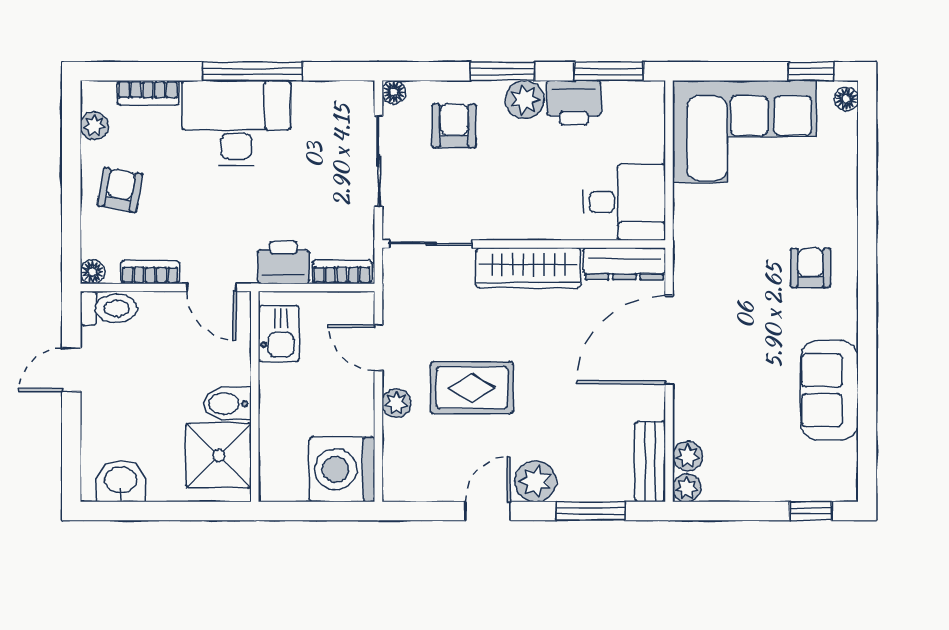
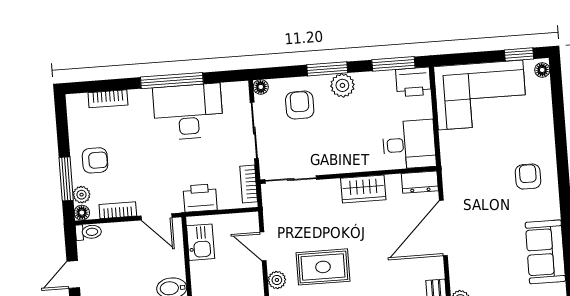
printer: (574, 103) -> (413, 82), moved
desk: (236, 123) -> (188, 112), moved
plant: (94, 126) -> (82, 195), moved
armchair: (120, 190) -> (95, 160), turned 80
window: (71, 216) -> (66, 179), added
dresser: (624, 264) -> (420, 182), width x0.70
wardrobe: (528, 268) -> (363, 189), width x0.67
bookcase: (342, 272) -> (249, 184), moved, turned -90
toilet: (109, 308) -> (88, 232), width x0.73, depth x0.72

